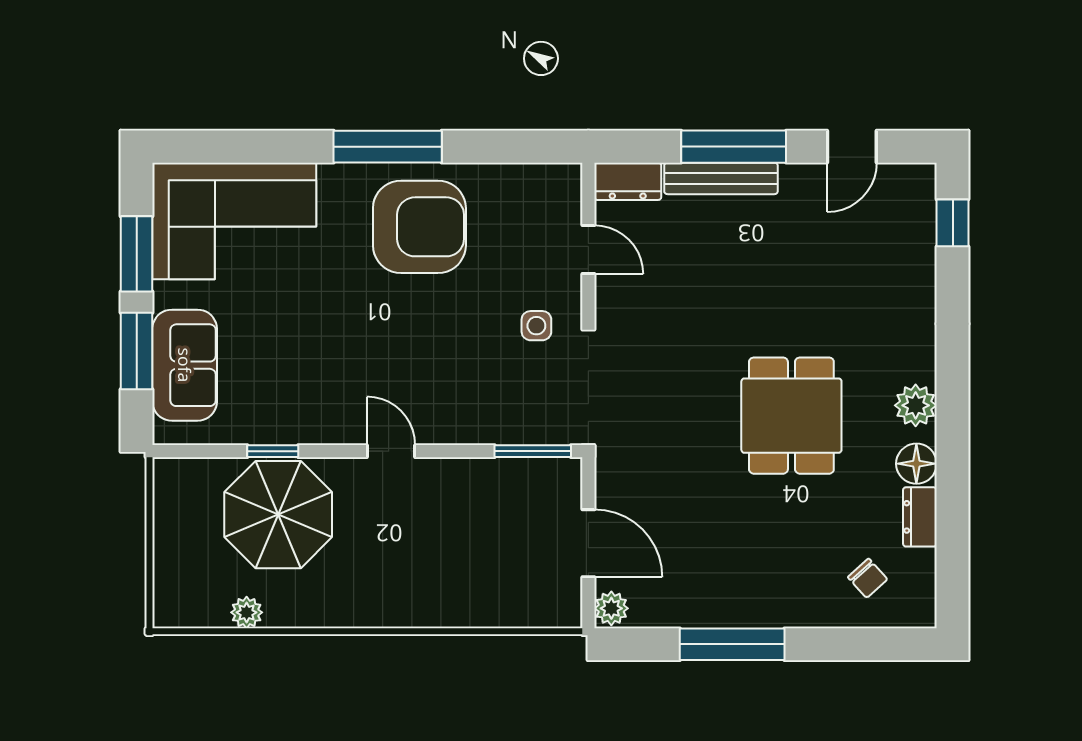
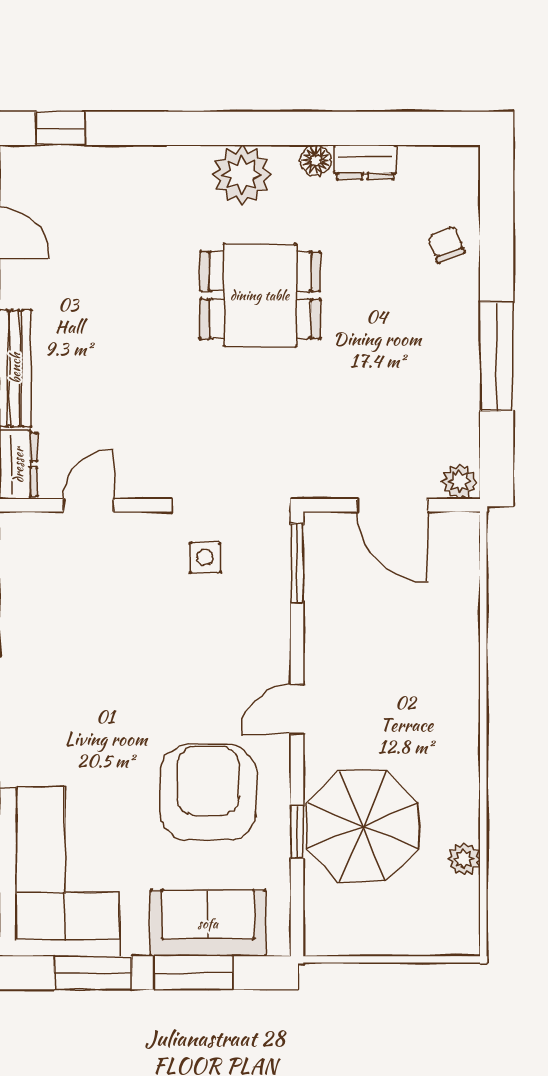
armchair: (419, 227) -> (208, 792), moved
side table: (536, 326) -> (205, 558), moved
plant: (916, 405) -> (242, 175), width x1.36, depth x1.36
floor lamp: (916, 464) -> (316, 160), width x0.73, depth x0.73
door: (588, 543) -> (392, 505), swing flipped
chair: (868, 578) -> (446, 245), moved, turned -70

